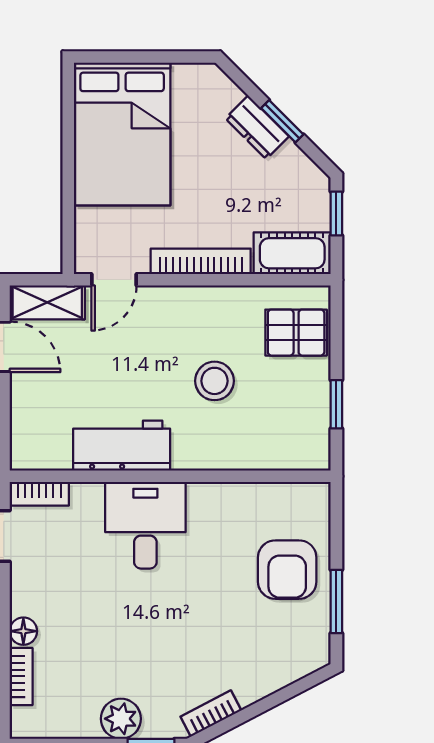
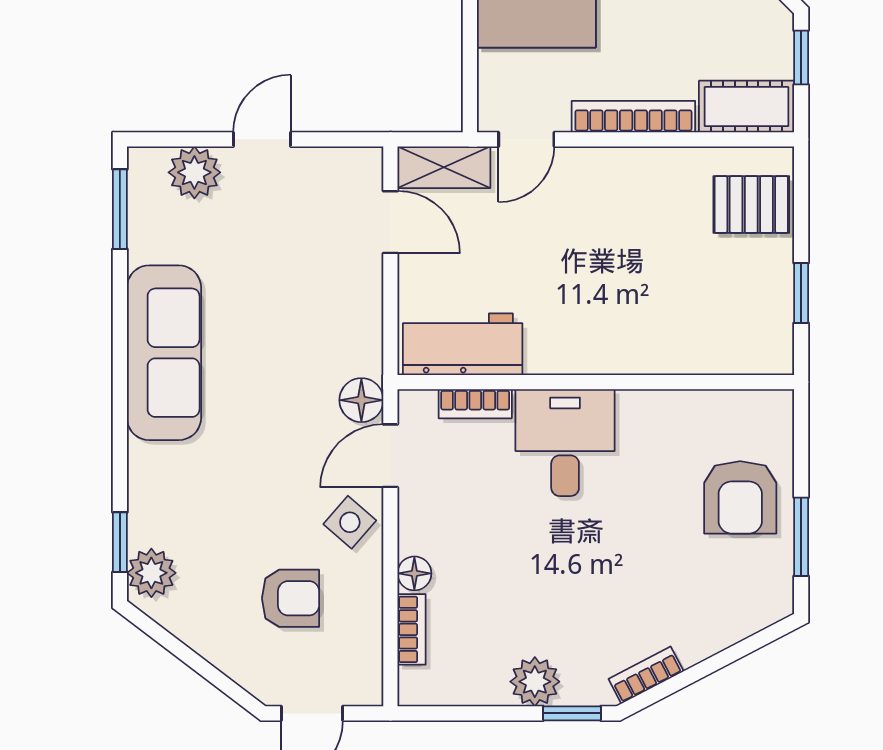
stool: (214, 381) -> (650, 264), removed
workbench: (122, 446) -> (463, 344), moved
bookcase: (39, 494) -> (475, 404), moved

